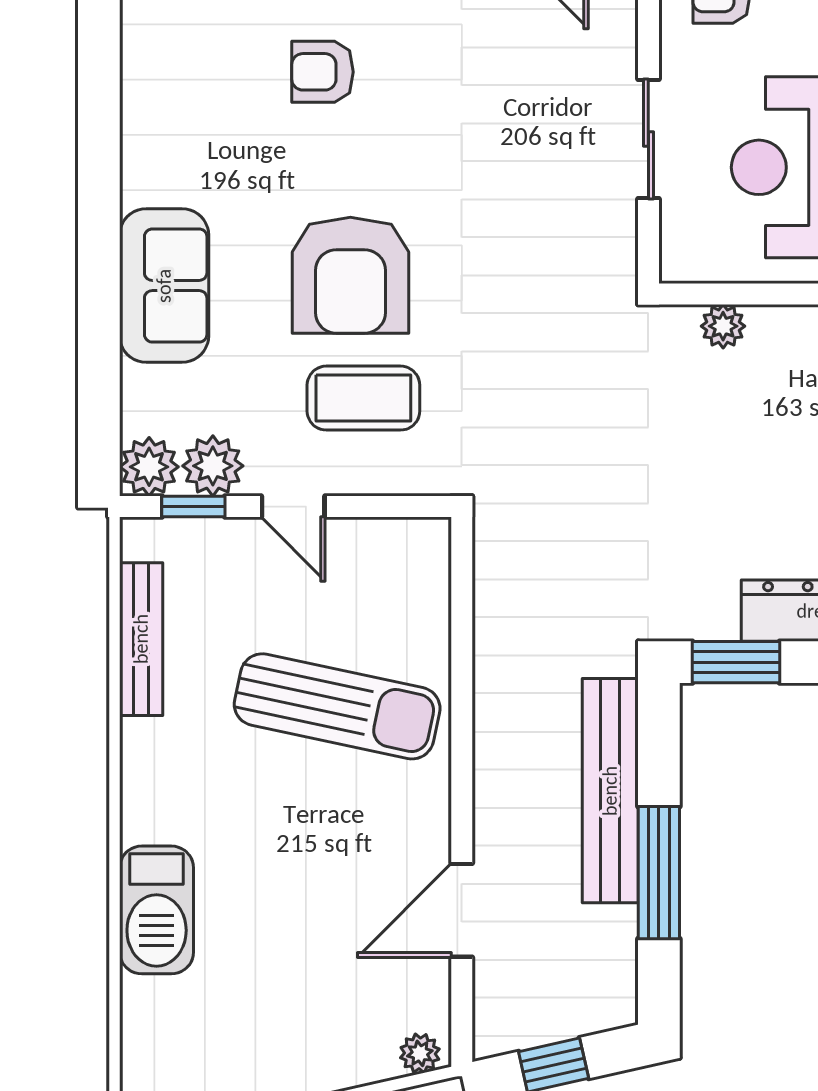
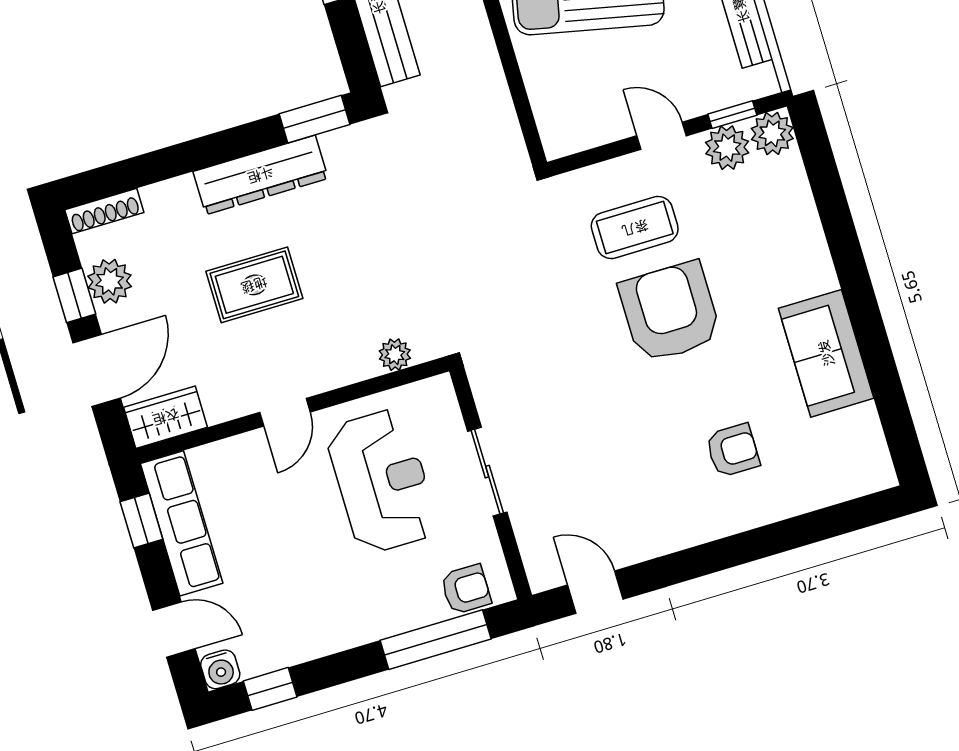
sofa: (164, 286) -> (826, 353), moved

